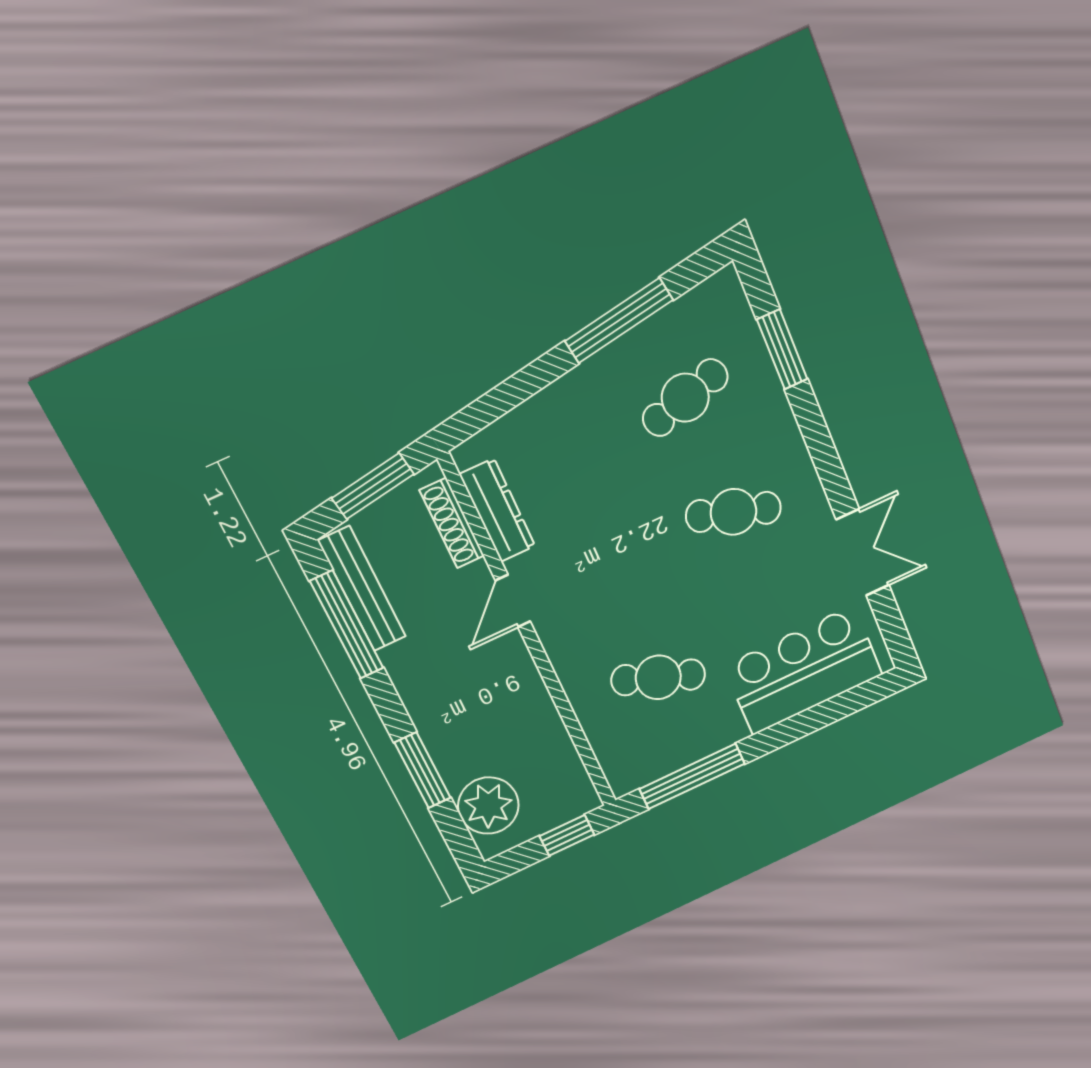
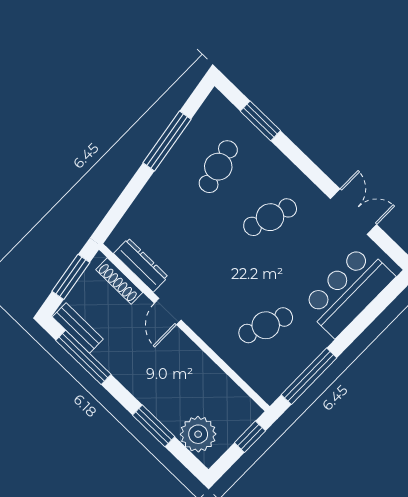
bench: (362, 589) -> (78, 328), width x0.73

